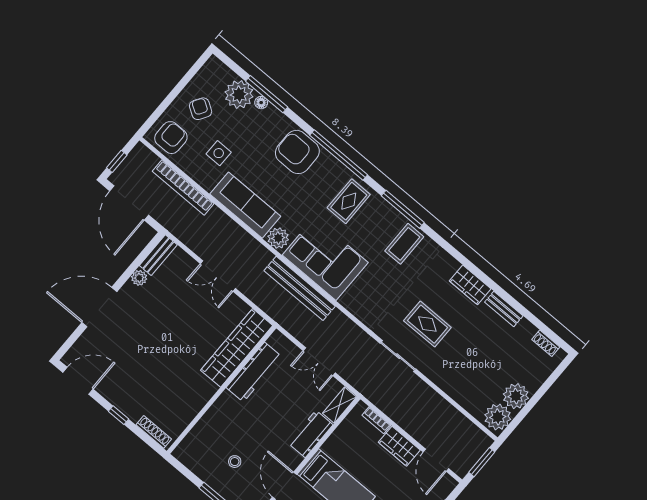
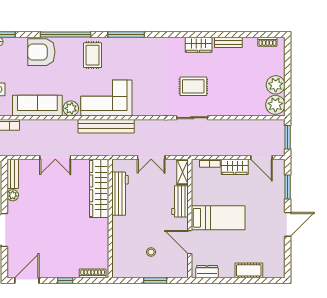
coffee table: (404, 244) -> (143, 53), removed

